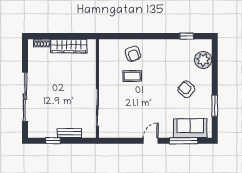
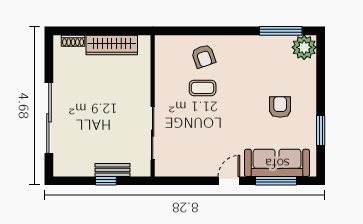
window: (187, 36) -> (281, 31), width x2.17
plant: (203, 60) -> (304, 47), moved
armchair: (186, 89) -> (280, 107), turned 49
sofa: (190, 128) -> (277, 163), width x1.36
window: (53, 141) -> (106, 181), moved

